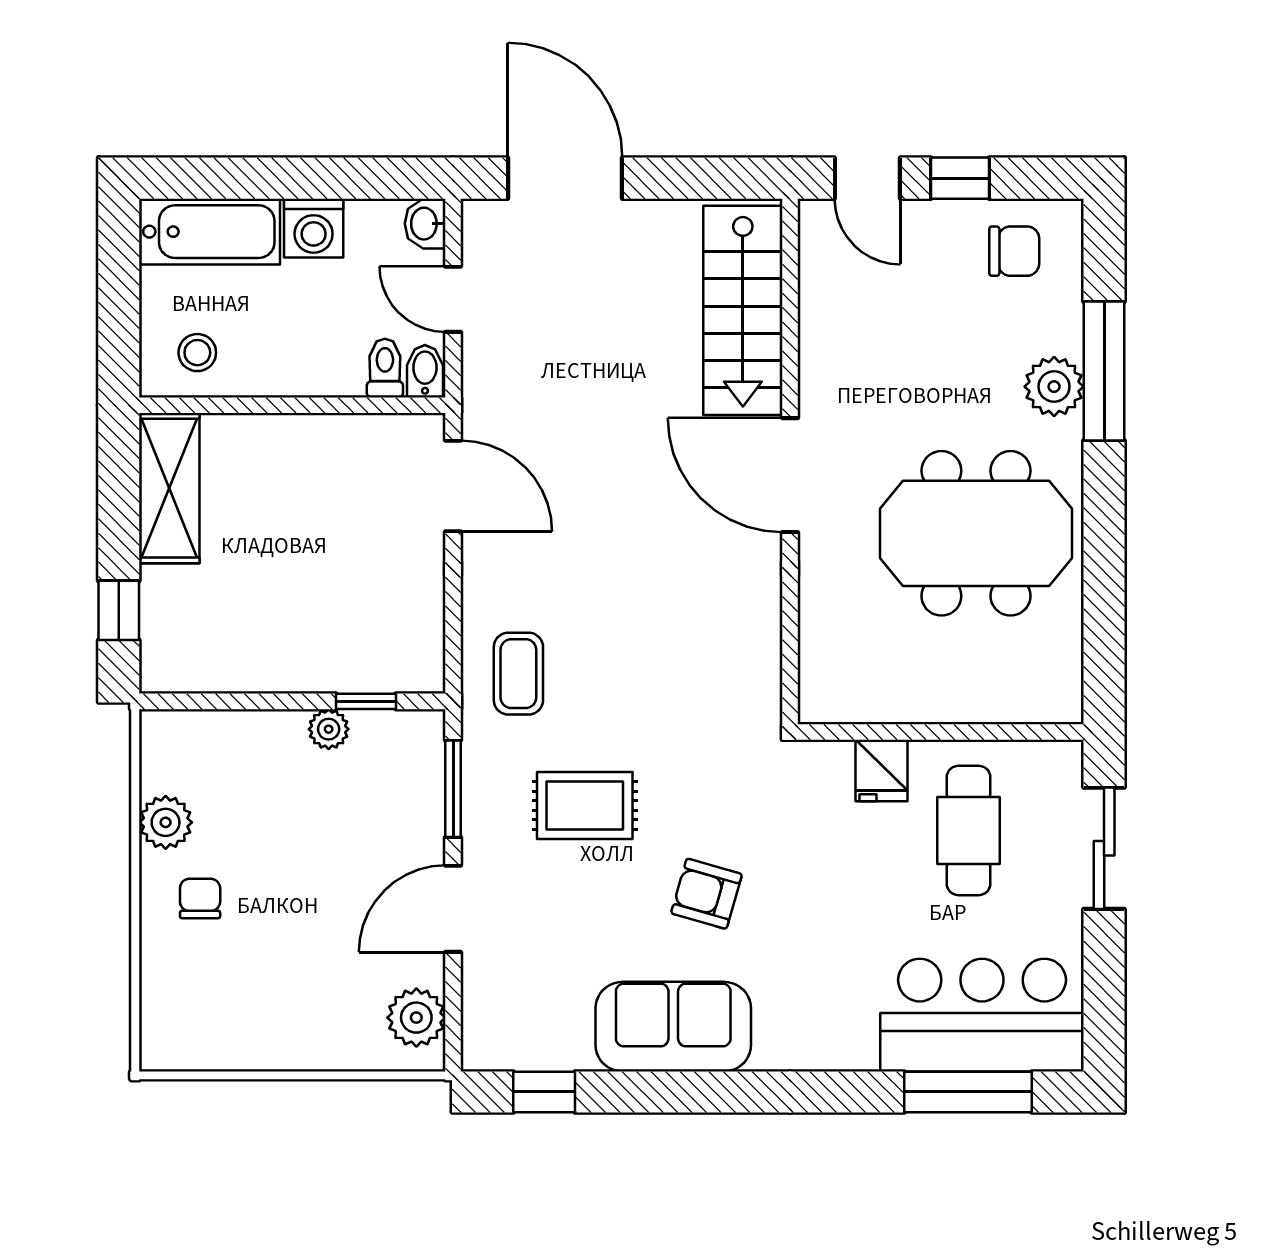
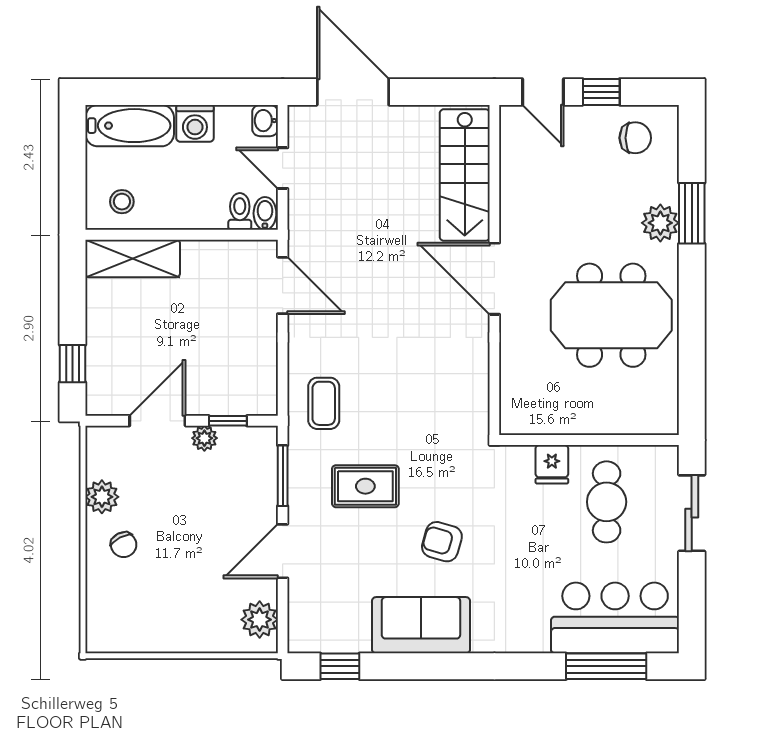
window: (1104, 371) -> (692, 213), width x0.69
shelving: (169, 488) -> (133, 258), moved, turned 90
door: (254, 701) -> (157, 421), added
chair: (200, 899) -> (124, 545), turned 153

